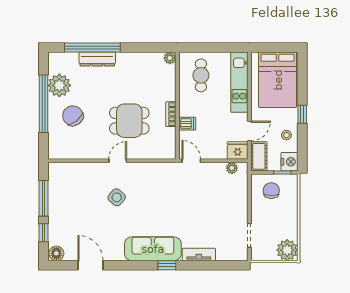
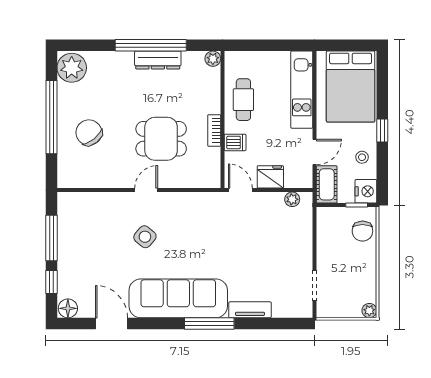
window: (92, 48) -> (151, 45), moved
dresser: (97, 59) -> (158, 60), moved
cafe table: (201, 75) -> (243, 100), moved
plant: (59, 85) -> (72, 68), moved
fridge: (238, 150) -> (270, 177), moved
chair: (271, 191) -> (362, 231), moved, turned 180
sofa: (153, 249) -> (178, 298), width x1.36, depth x1.27
plant: (287, 250) -> (369, 311), width x0.53, depth x0.53
window: (167, 265) -> (209, 323), width x2.17

